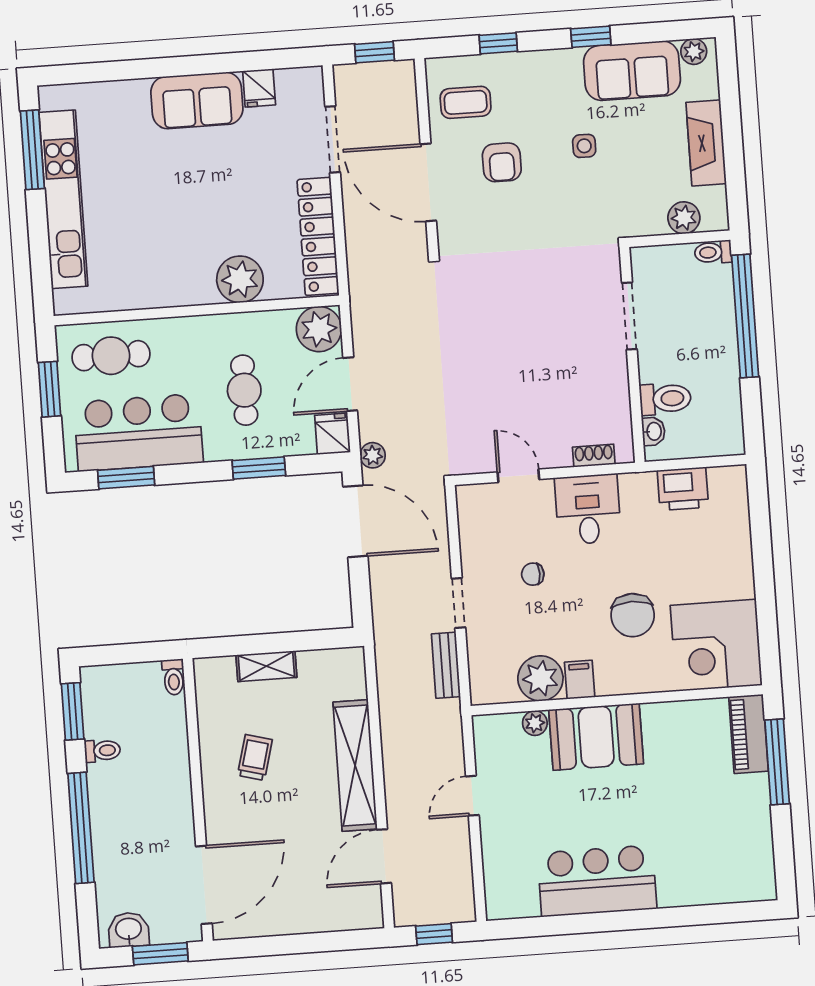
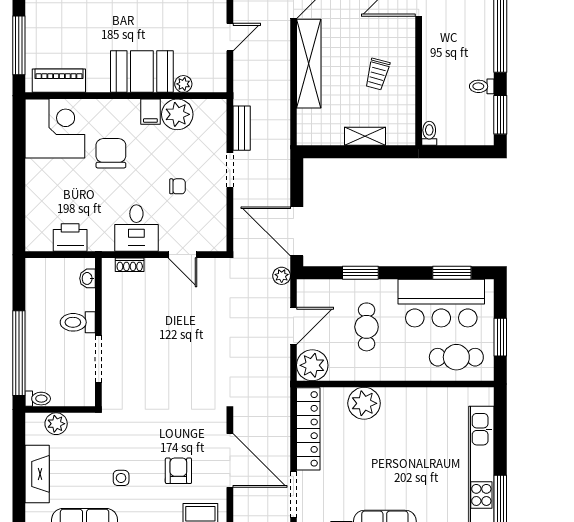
toilet: (665, 399) -> (78, 322), moved
fridge: (333, 434) -> (308, 293), removed
piano: (749, 734) -> (59, 81), moved, turned -90

